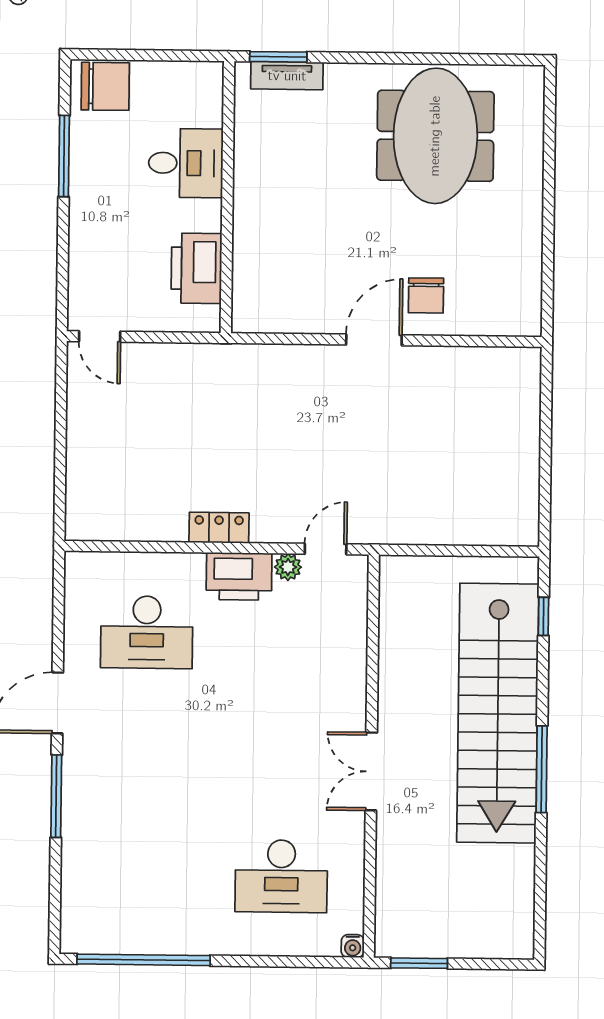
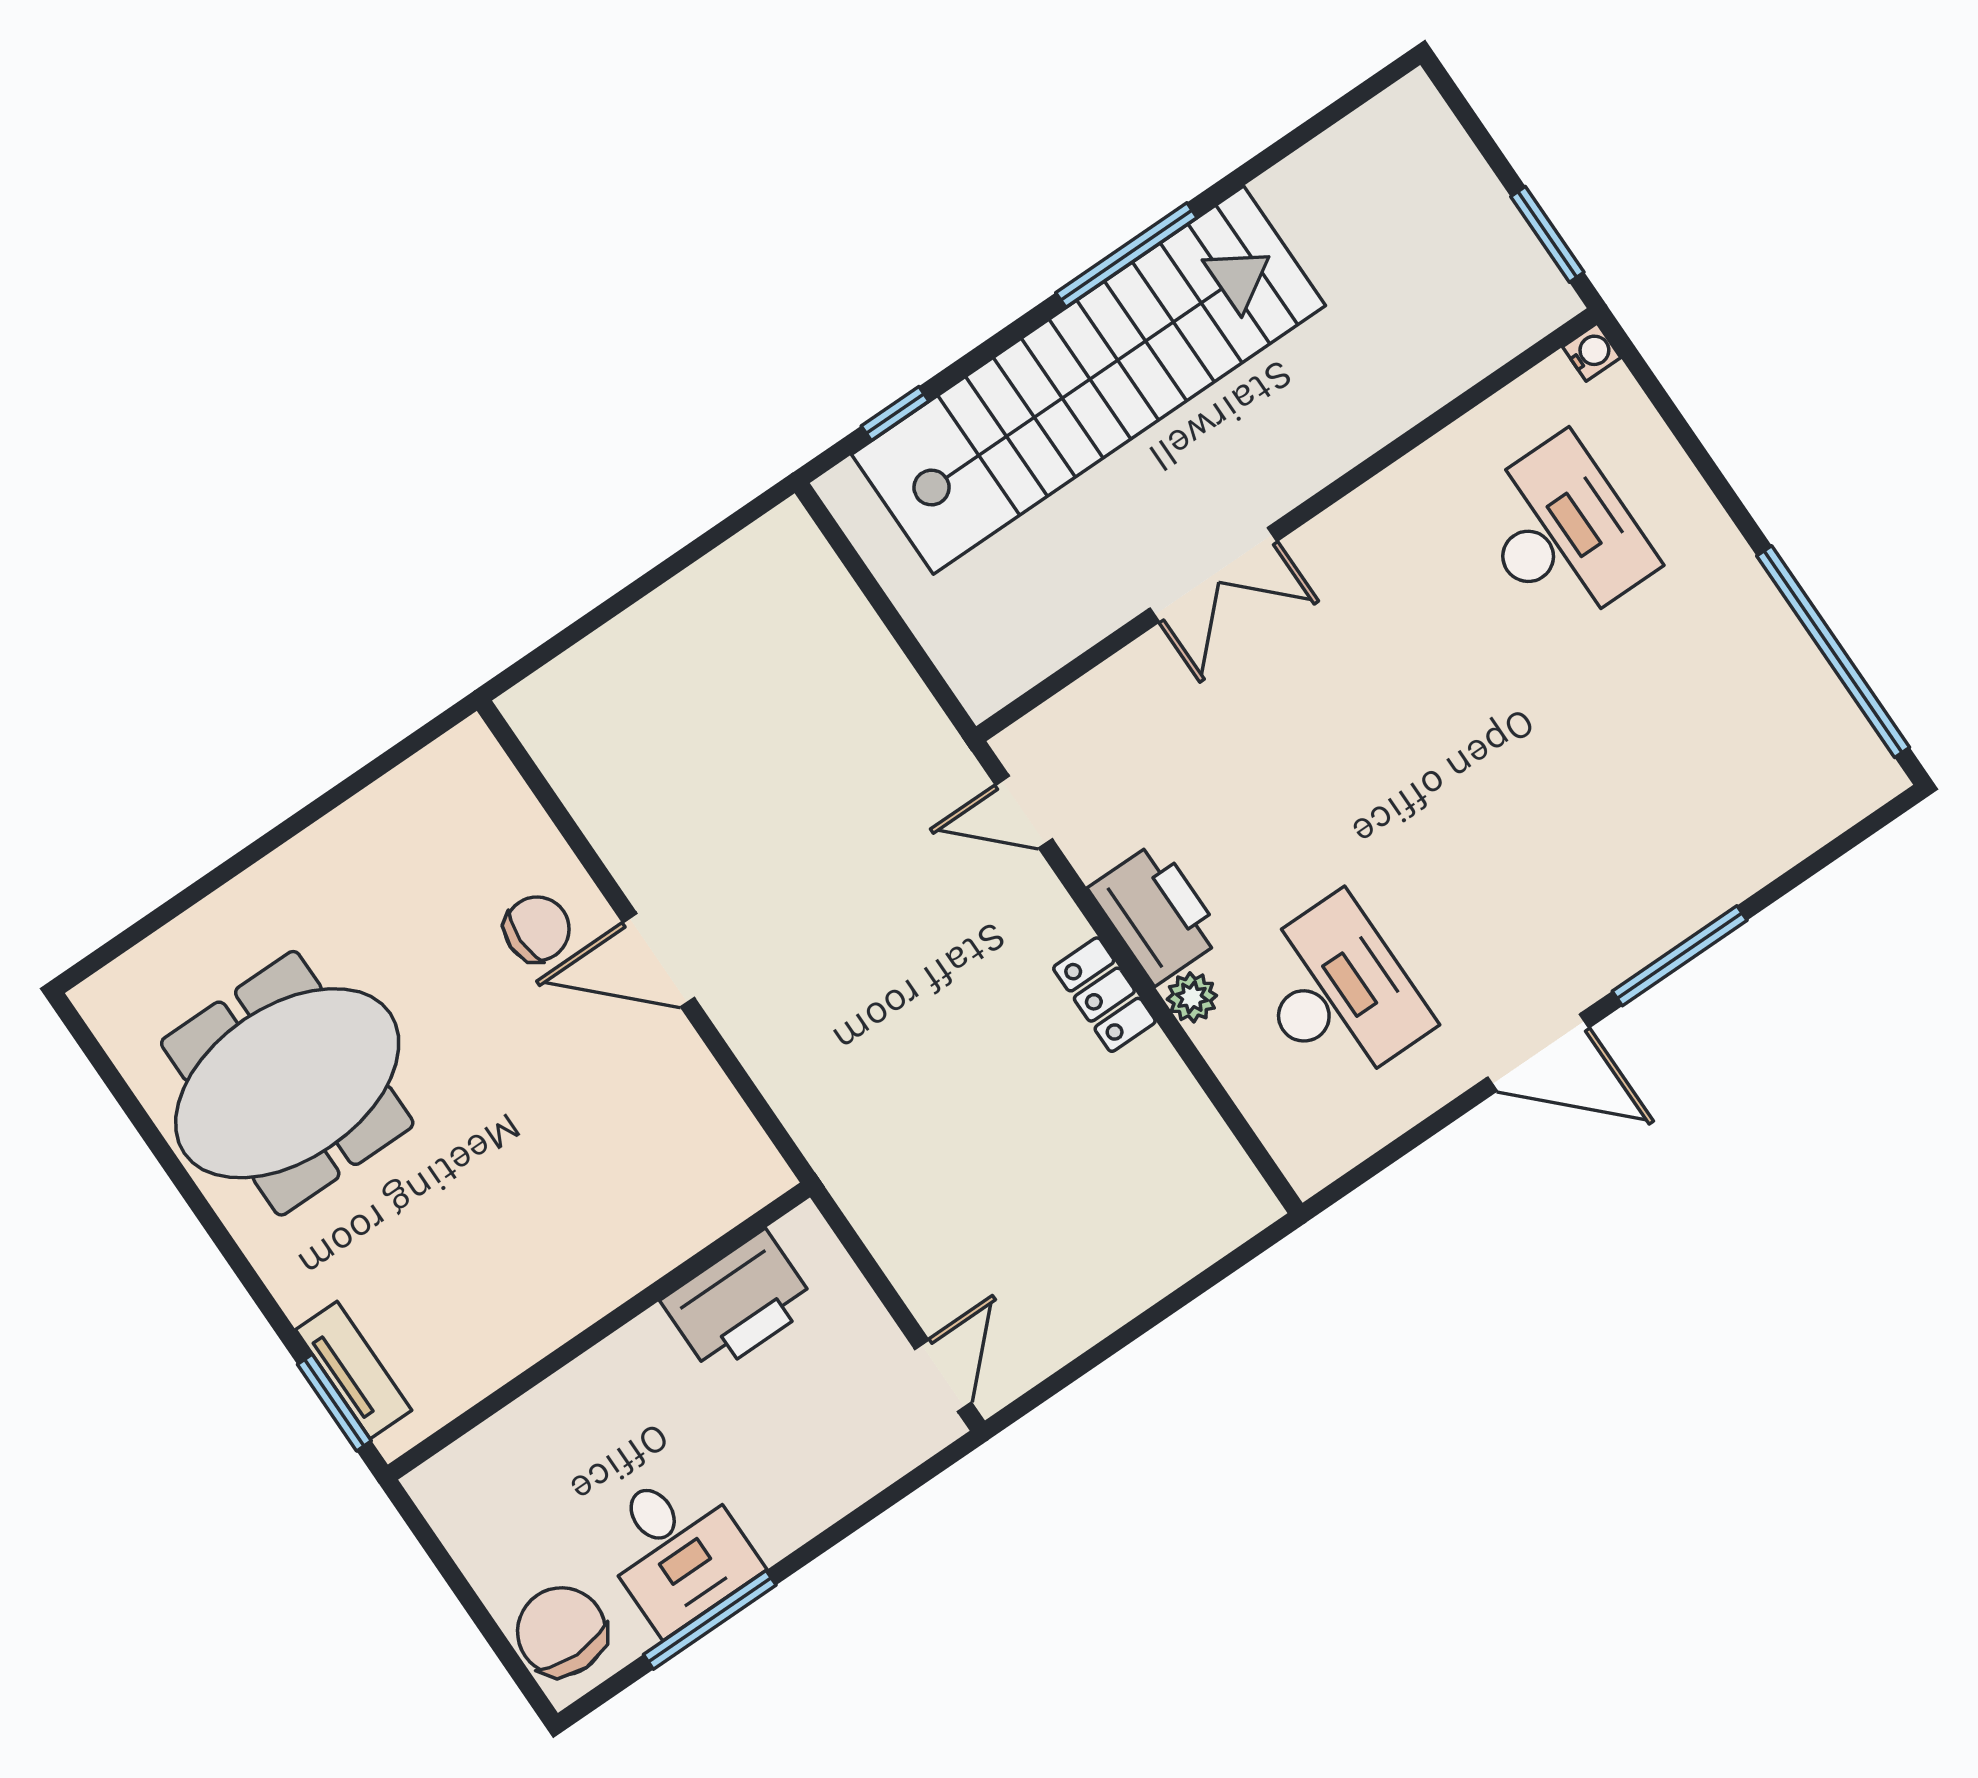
desk: (186, 163) -> (677, 1549), moved, turned 180
plant: (288, 567) -> (1192, 997), moved
double door: (371, 771) -> (1213, 575), moved

